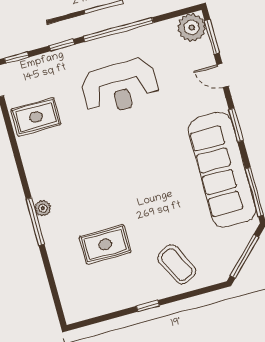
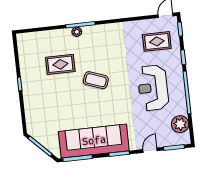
plant: (192, 27) -> (180, 124), moved
rug: (36, 117) -> (157, 41), moved, turned 90
plant: (43, 208) -> (77, 32), moved
rug: (105, 244) -> (60, 64), turned 90
coffee table: (177, 264) -> (96, 80), moved, turned 46

